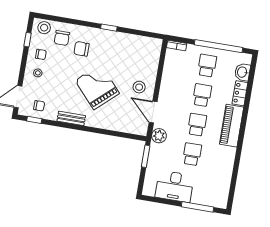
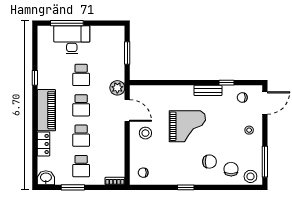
window: (28, 40) -> (265, 162), width x2.17
window: (219, 46) -> (73, 187), width x0.47
chair: (41, 54) -> (143, 173), moved
washbasin: (242, 72) -> (46, 178), moved, turned -90
grand piano: (97, 87) -> (187, 126), turned -48
window: (34, 120) -> (226, 83), moved
window: (146, 156) -> (127, 53), moved
window: (237, 159) -> (35, 78), added
desk: (175, 186) -> (72, 40), moved

